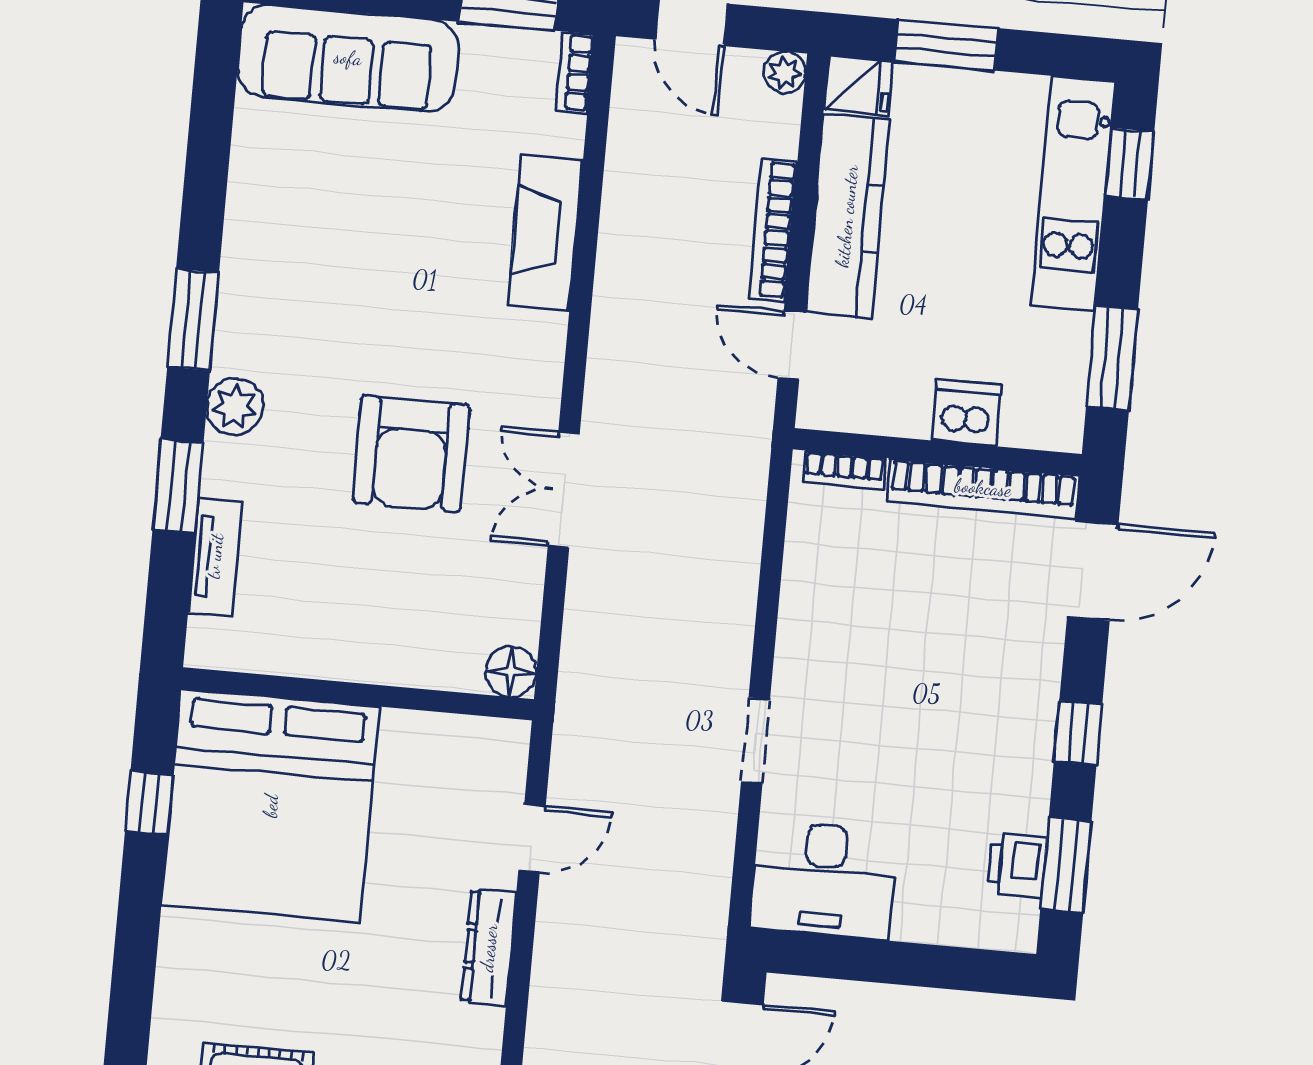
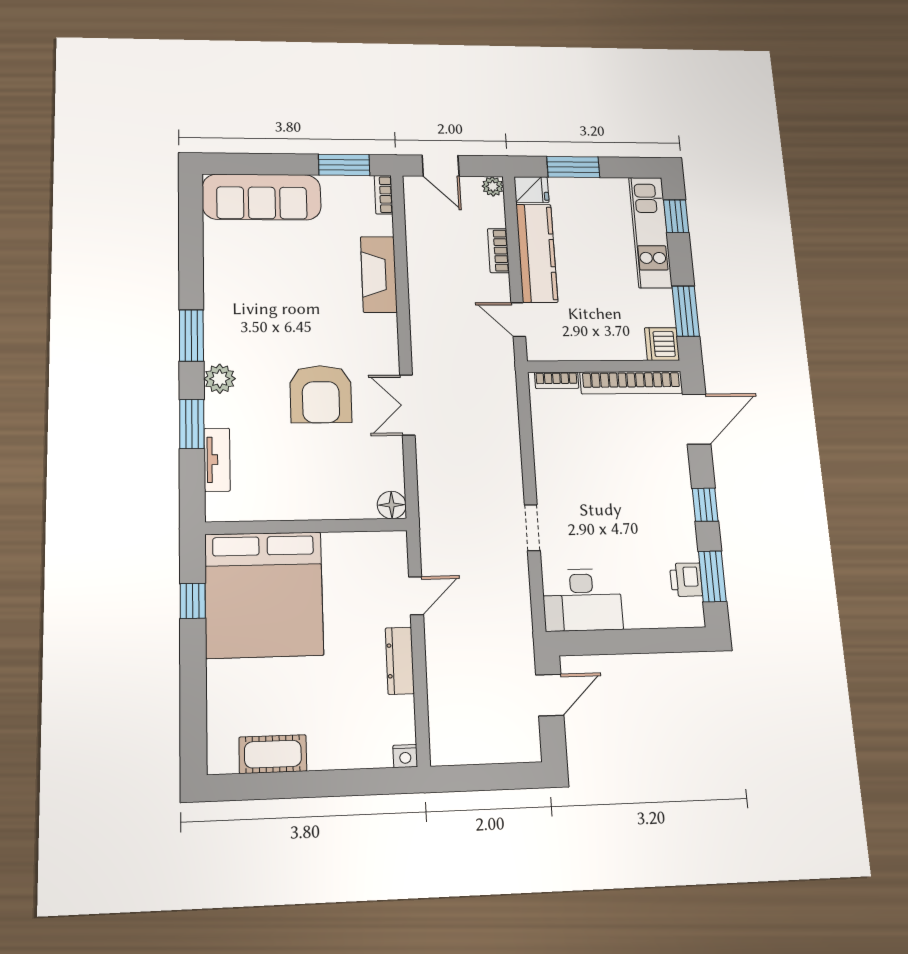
bookcase: (773, 230) -> (498, 251), width x0.64
dishwasher: (966, 413) -> (662, 344), moved, turned -90

